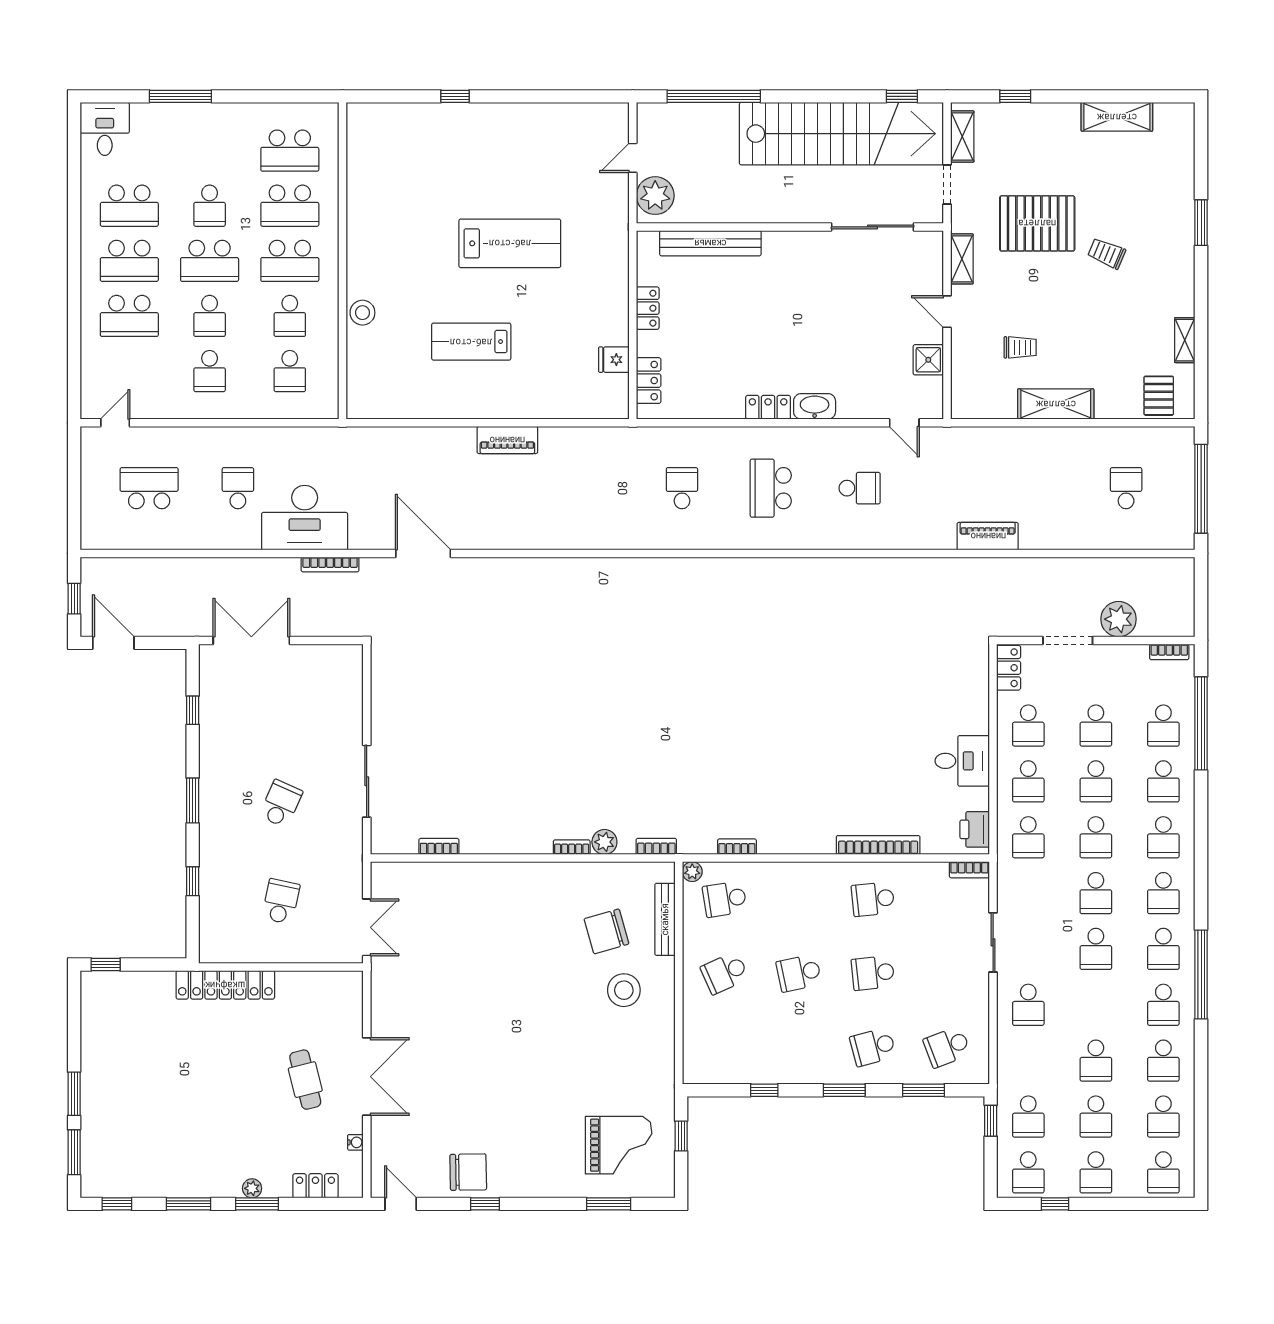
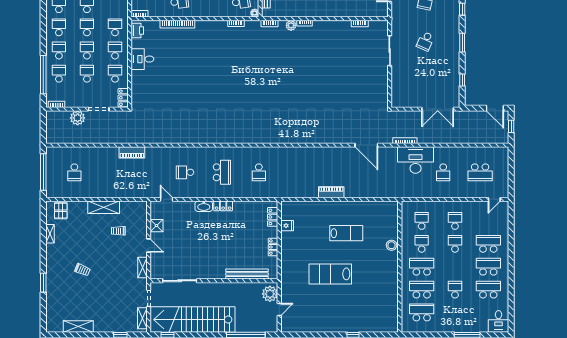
pallet: (1037, 223) -> (111, 282), removed
school desk: (210, 261) -> (455, 267), removed

